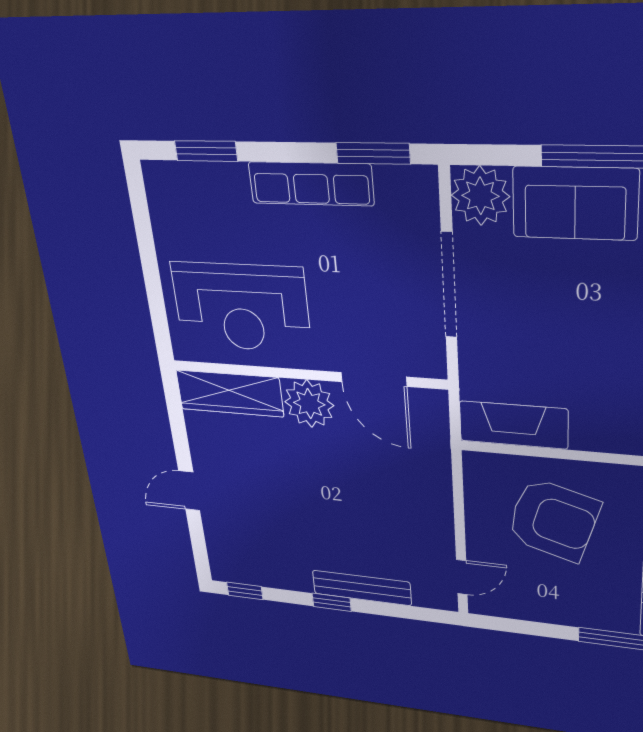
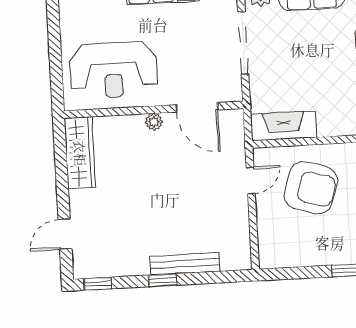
wardrobe: (230, 393) -> (80, 153), moved, turned -90
plant: (309, 404) -> (154, 122), width x0.53, depth x0.53
door: (189, 491) -> (65, 234), moved
door: (462, 577) -> (251, 180), moved

